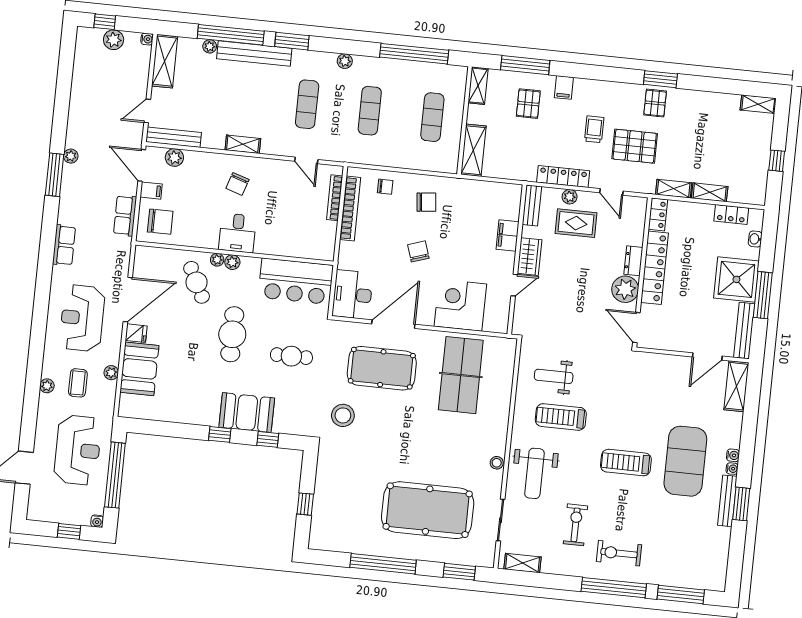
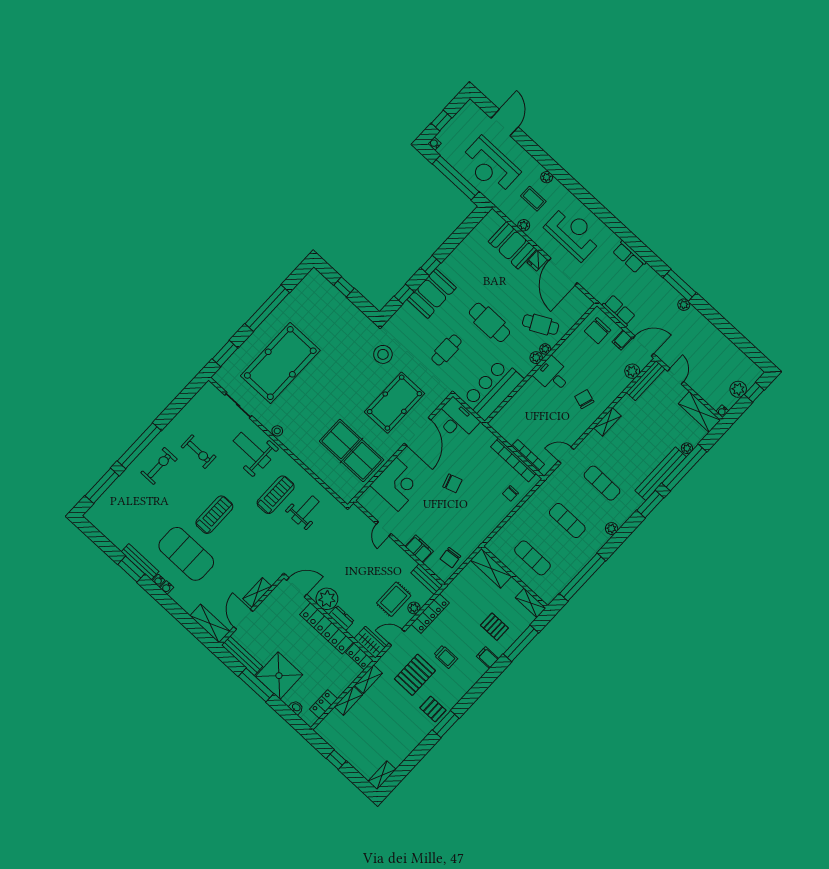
chair: (426, 202) -> (450, 558), moved
wardrobe: (529, 257) -> (370, 642), moved, turned 180
shelving: (522, 563) -> (257, 592), moved

